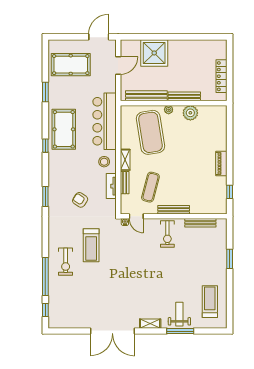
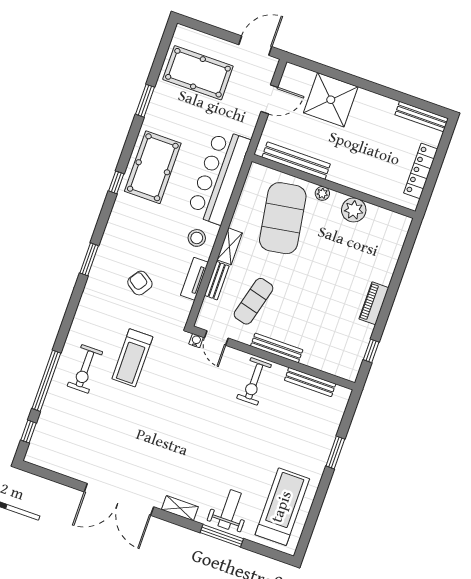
bench: (184, 96) -> (422, 117), moved
treadmill: (210, 302) -> (282, 507), width x1.37, depth x1.38

